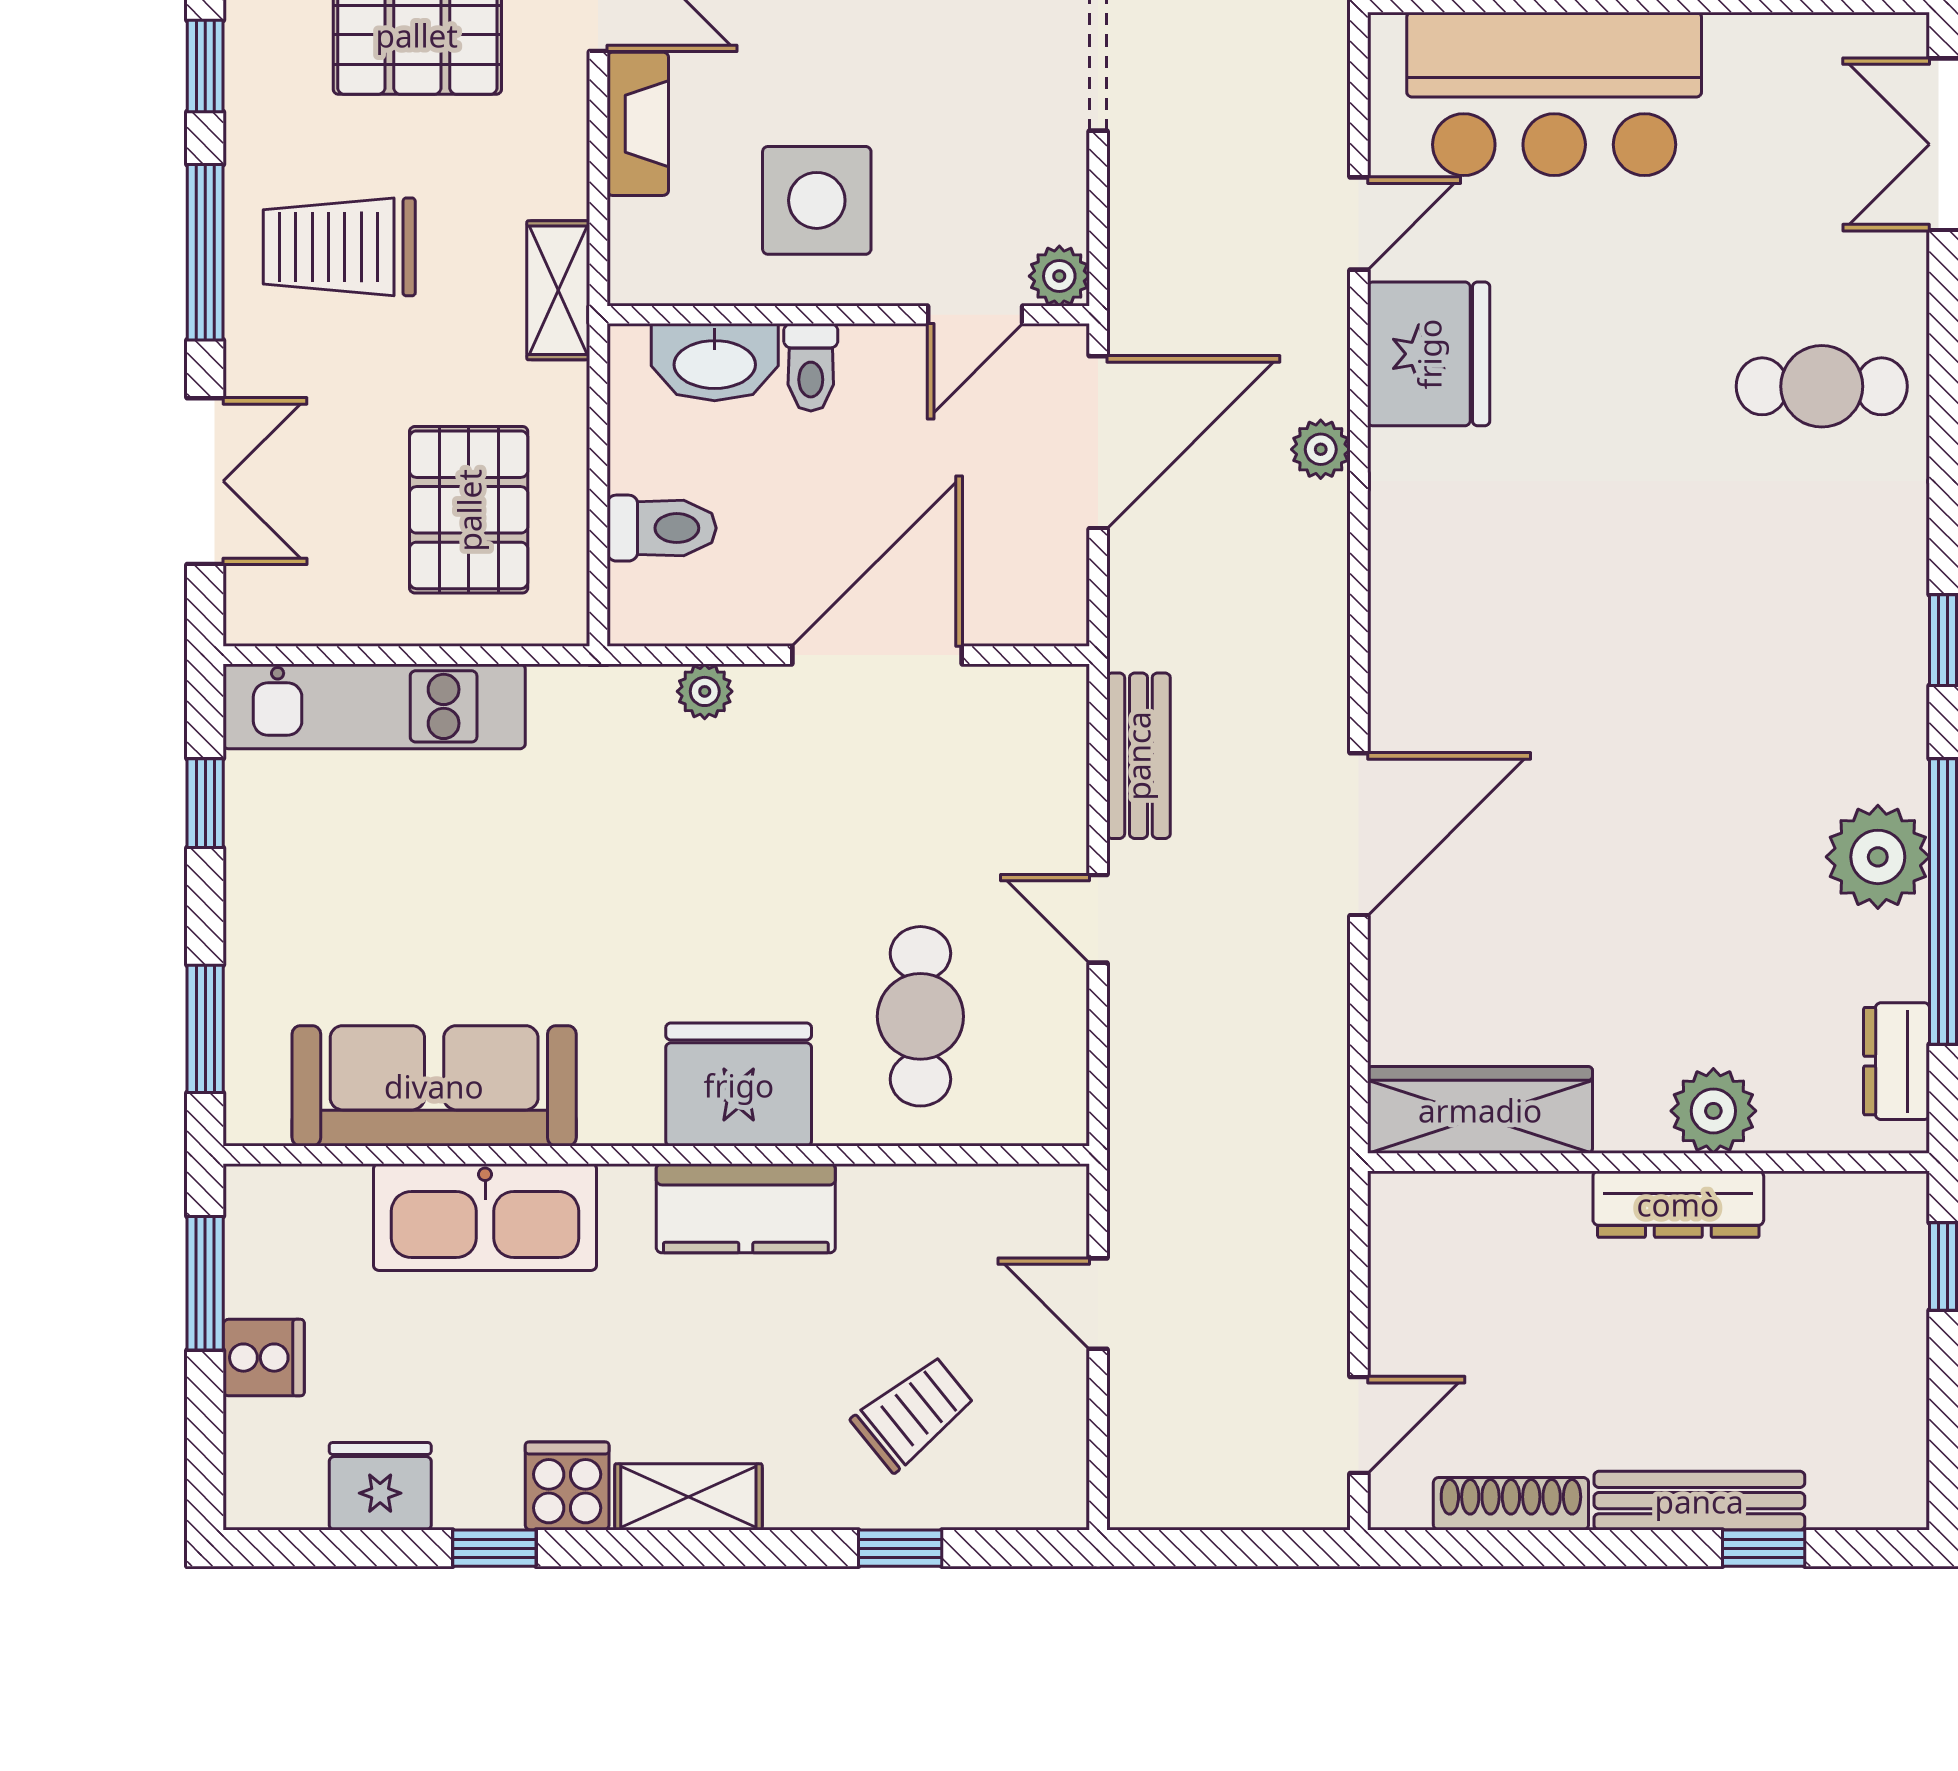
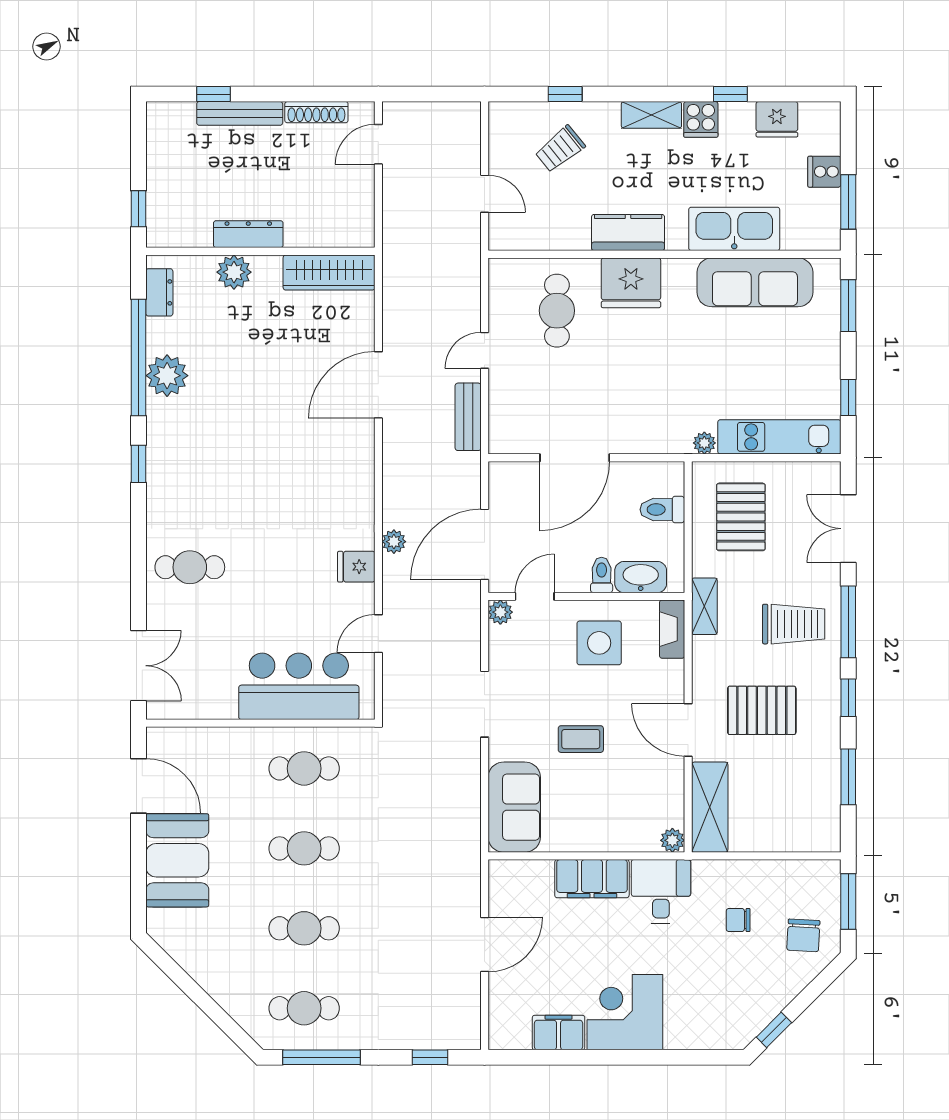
fireplace: (638, 124) -> (672, 629), moved
fridge: (1429, 354) -> (356, 567), width x0.53, depth x0.75
plant: (705, 691) -> (704, 443), moved
door: (1098, 919) -> (485, 350), swing flipped

